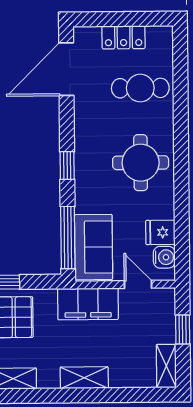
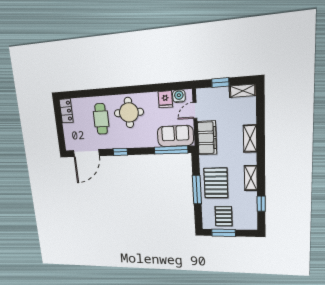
locker: (124, 37) -> (66, 111), moved
door: (66, 69) -> (86, 153), hinge flipped
cafe table: (140, 88) -> (101, 119), moved
window: (67, 165) -> (120, 152), moved

